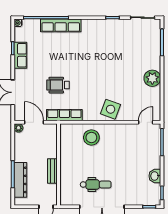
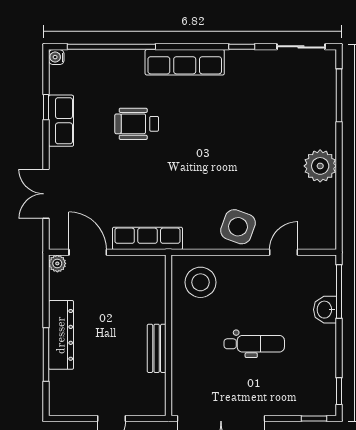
row of seats: (61, 25) -> (185, 62), moved
wheelchair: (58, 85) -> (137, 124), moved
door: (146, 122) -> (284, 252), moved
wall: (58, 165) -> (169, 335), moved
bench: (52, 171) -> (157, 348), moved
washbasin: (155, 176) -> (325, 310), moved
dresser: (20, 180) -> (61, 335), moved
dental chair: (96, 185) -> (254, 344), moved

